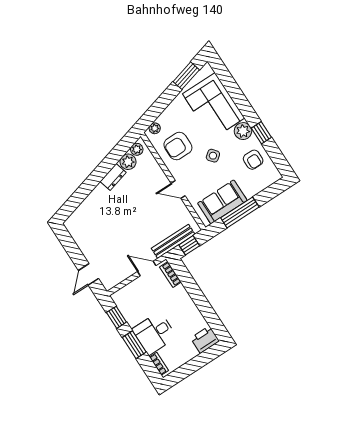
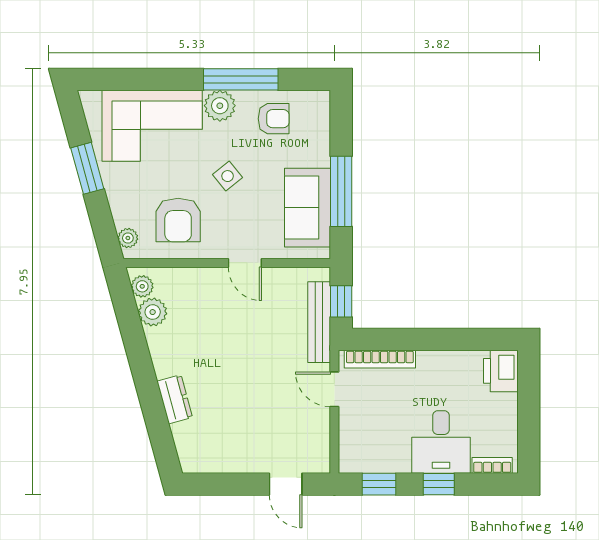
window: (186, 76) -> (87, 168), moved
window: (261, 133) -> (241, 79), width x2.17
dresser: (113, 177) -> (175, 399), moved
door: (178, 190) -> (245, 263), hinge flipped
door: (147, 268) -> (334, 389), hinge flipped
bookcase: (170, 275) -> (380, 359), width x1.56
window: (134, 345) -> (439, 484), width x0.67

